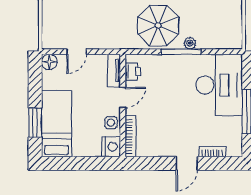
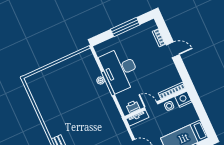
parasol: (158, 26) -> (99, 104), removed
desk: (219, 85) -> (120, 70), moved, turned -90

